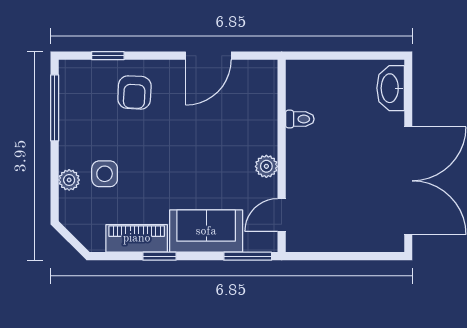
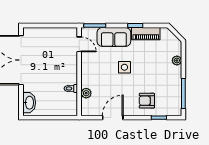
armchair: (134, 92) -> (147, 101), turned -93
plant: (266, 166) -> (86, 93), moved
side table: (105, 174) -> (124, 67), moved
door: (282, 215) -> (79, 44), hinge flipped

